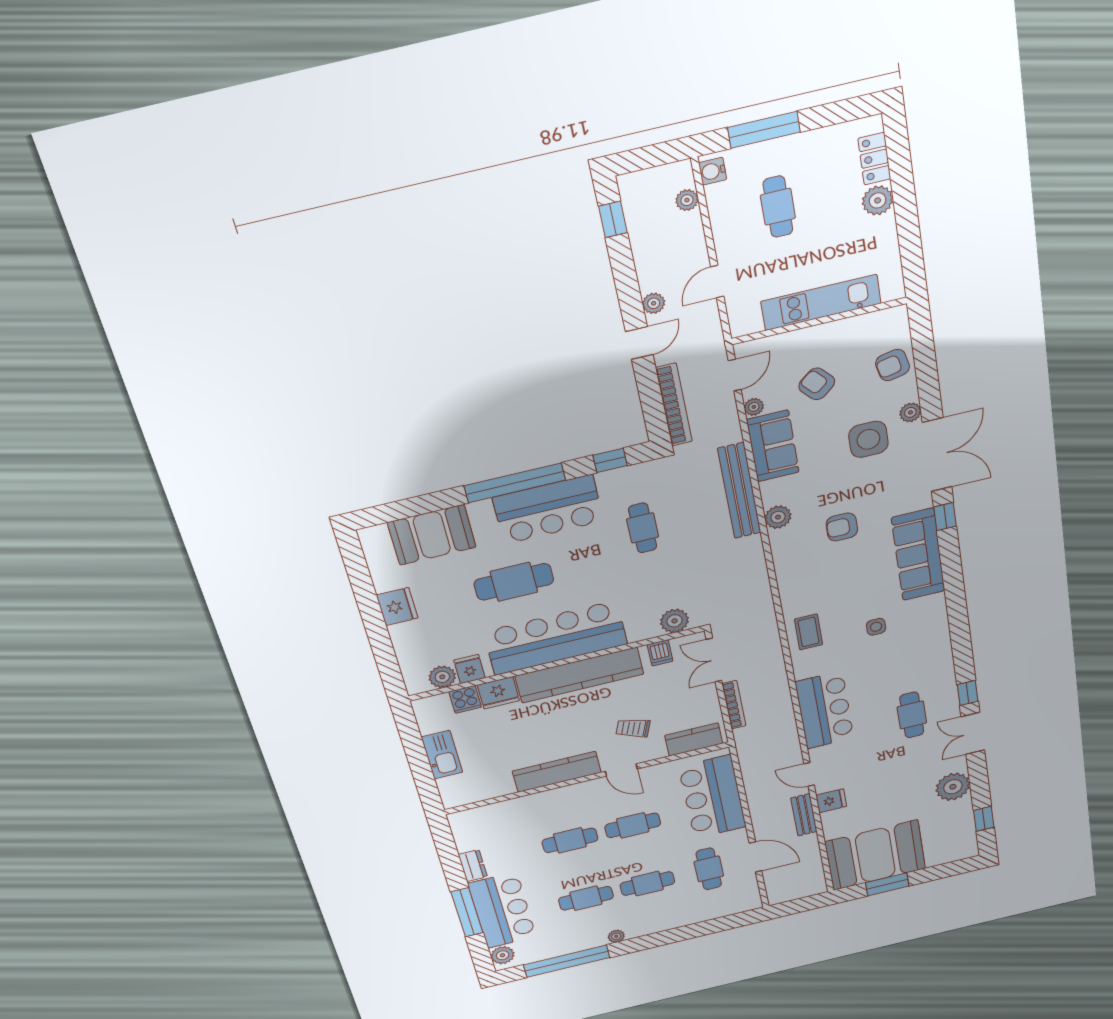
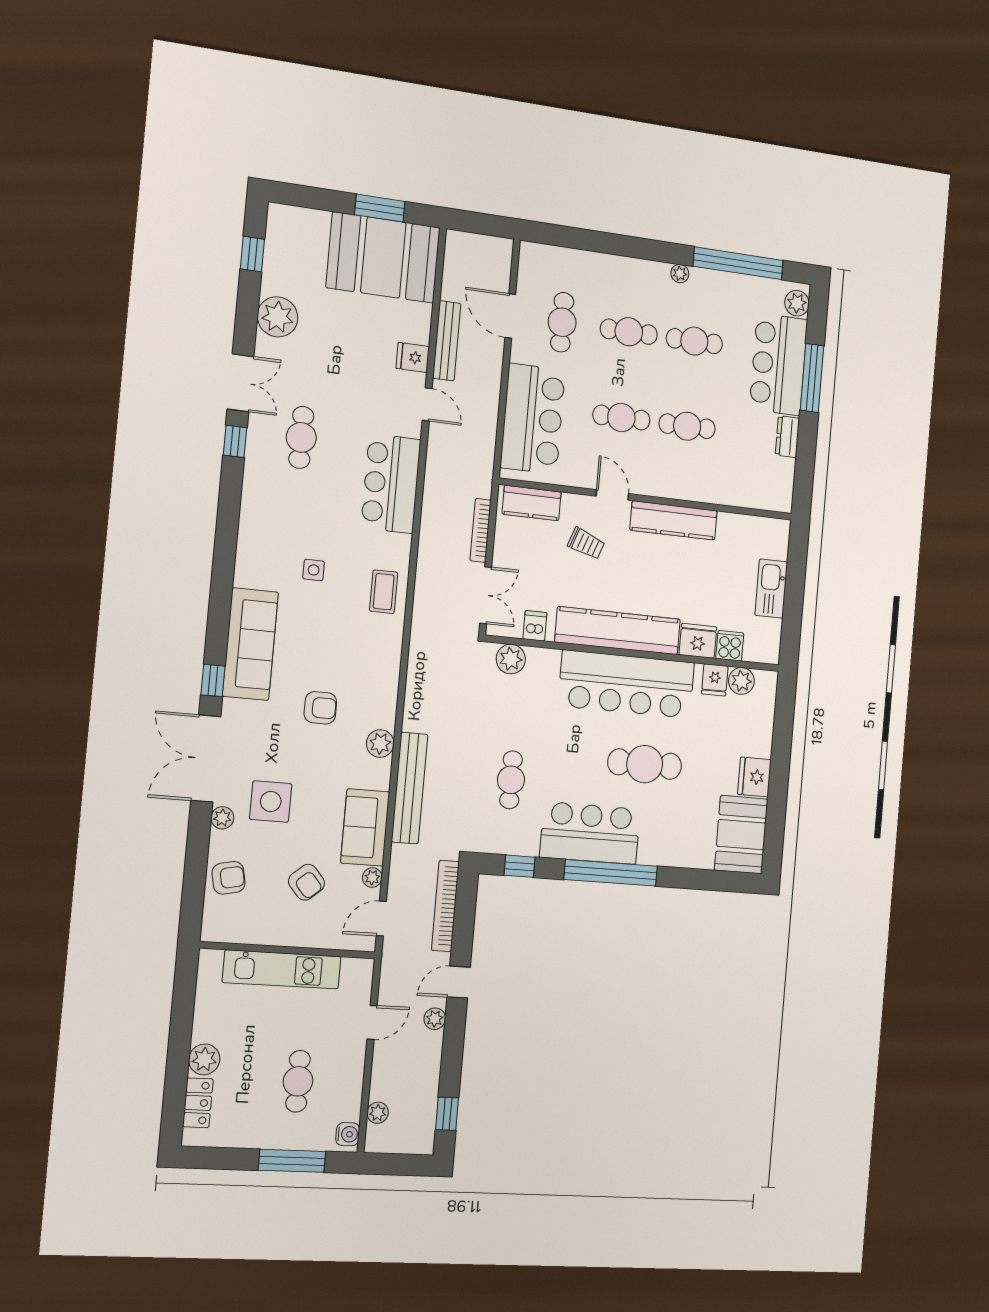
booth: (432, 535) -> (741, 835), moved, turned 90
bench: (804, 815) -> (447, 341), width x1.36

